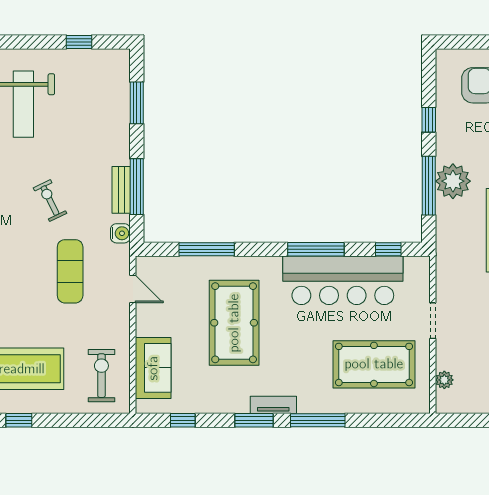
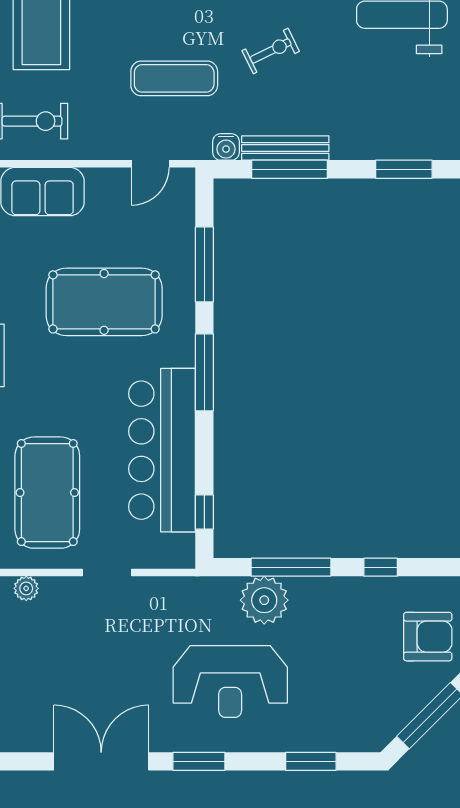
plant: (453, 181) -> (264, 600), moved
bench: (121, 190) -> (285, 148), width x1.36
window: (316, 249) -> (204, 372), moved

